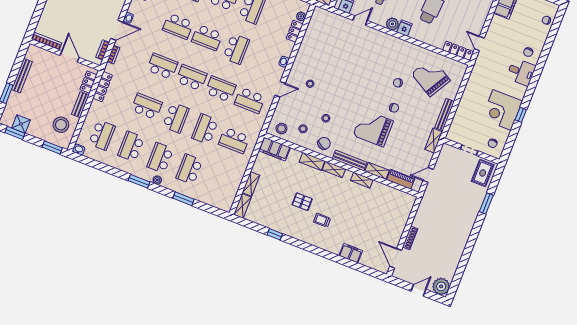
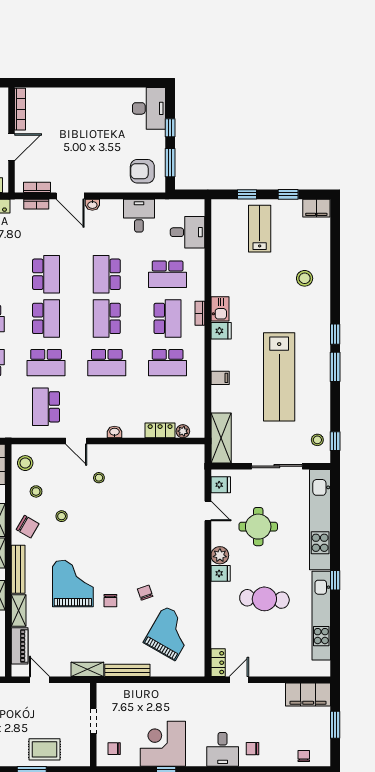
locker: (458, 51) -> (218, 663), width x0.66
school desk: (221, 89) -> (46, 363), turned 90
rug: (483, 173) -> (45, 749), moved

